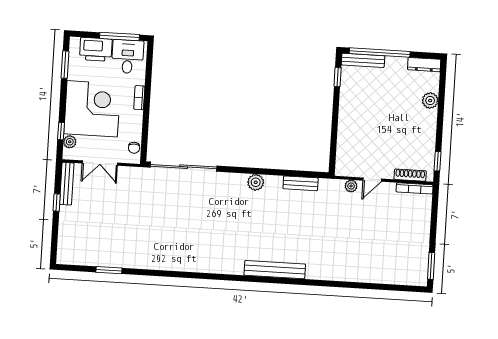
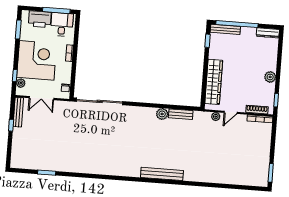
plant: (430, 101) -> (270, 77), moved
wardrobe: (347, 136) -> (214, 82), added
plant: (256, 182) -> (162, 114), moved

